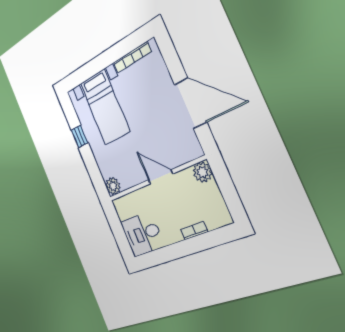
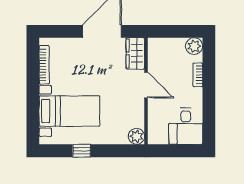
wardrobe: (185, 152) -> (135, 53), added
plant: (202, 172) -> (194, 46), moved
door: (161, 177) -> (146, 85), swing flipped

